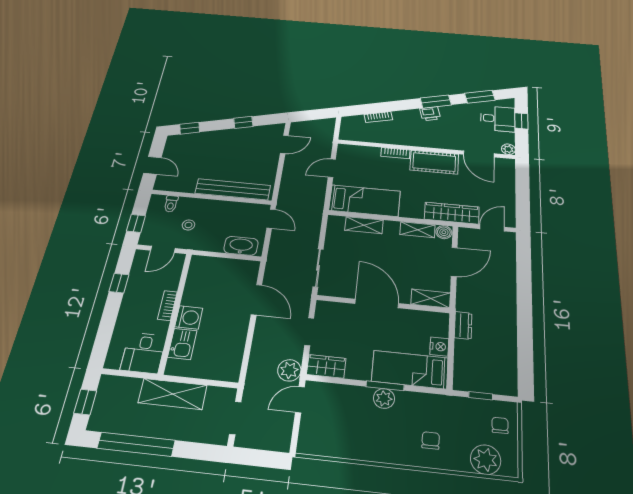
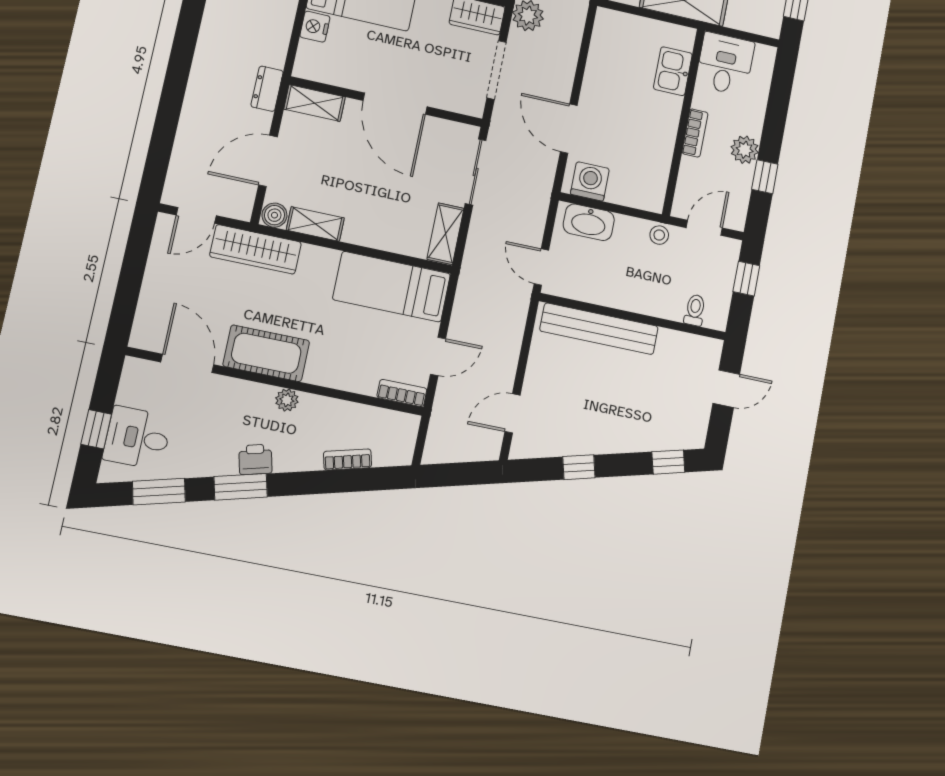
plant: (508, 149) -> (287, 400), moved
bookcase: (395, 153) -> (402, 393), moved
door: (152, 165) -> (726, 389), swing flipped
stool: (188, 225) -> (659, 235), moved
shelving: (364, 225) -> (445, 234), moved, turned 90
plant: (132, 298) -> (745, 150), added
washing machine: (189, 317) -> (590, 181), moved, turned 90
dresser: (463, 325) -> (267, 89), moved
doorway: (309, 332) -> (496, 70), width x1.38

